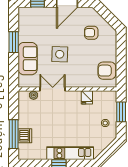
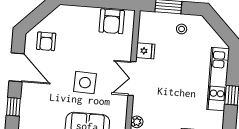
armchair: (91, 33) -> (46, 41), moved
double door: (53, 89) -> (132, 79), moved

